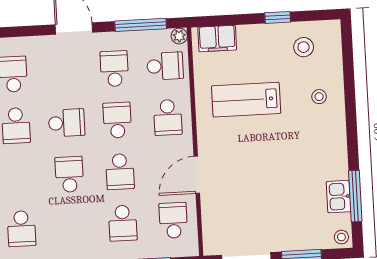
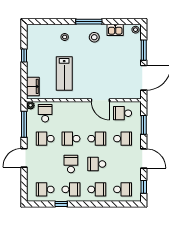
stool: (304, 47) -> (94, 37), moved
school desk: (168, 117) -> (97, 189), moved
window: (355, 196) -> (89, 22), moved

